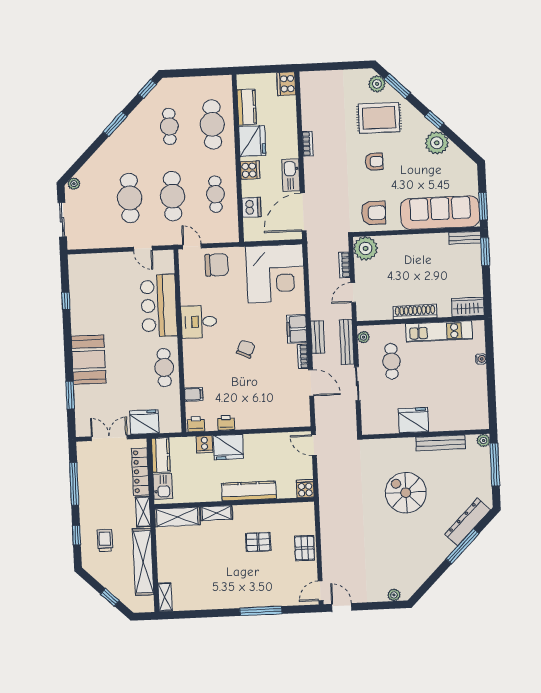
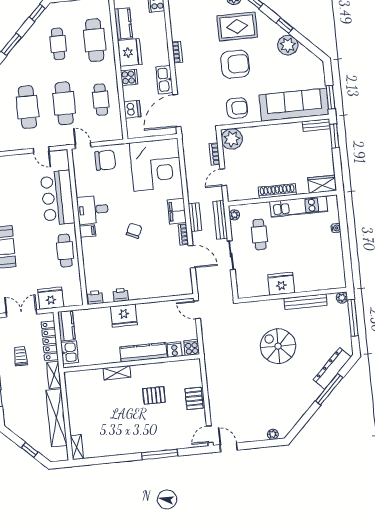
armchair: (374, 162) -> (235, 64), width x1.88, depth x1.88
filing cabinet: (194, 394) -> (87, 231), moved
cooker: (205, 444) -> (174, 350), moved, turned 180
shelving: (177, 517) -> (84, 378), removed
trolley: (105, 540) -> (21, 356), moved

